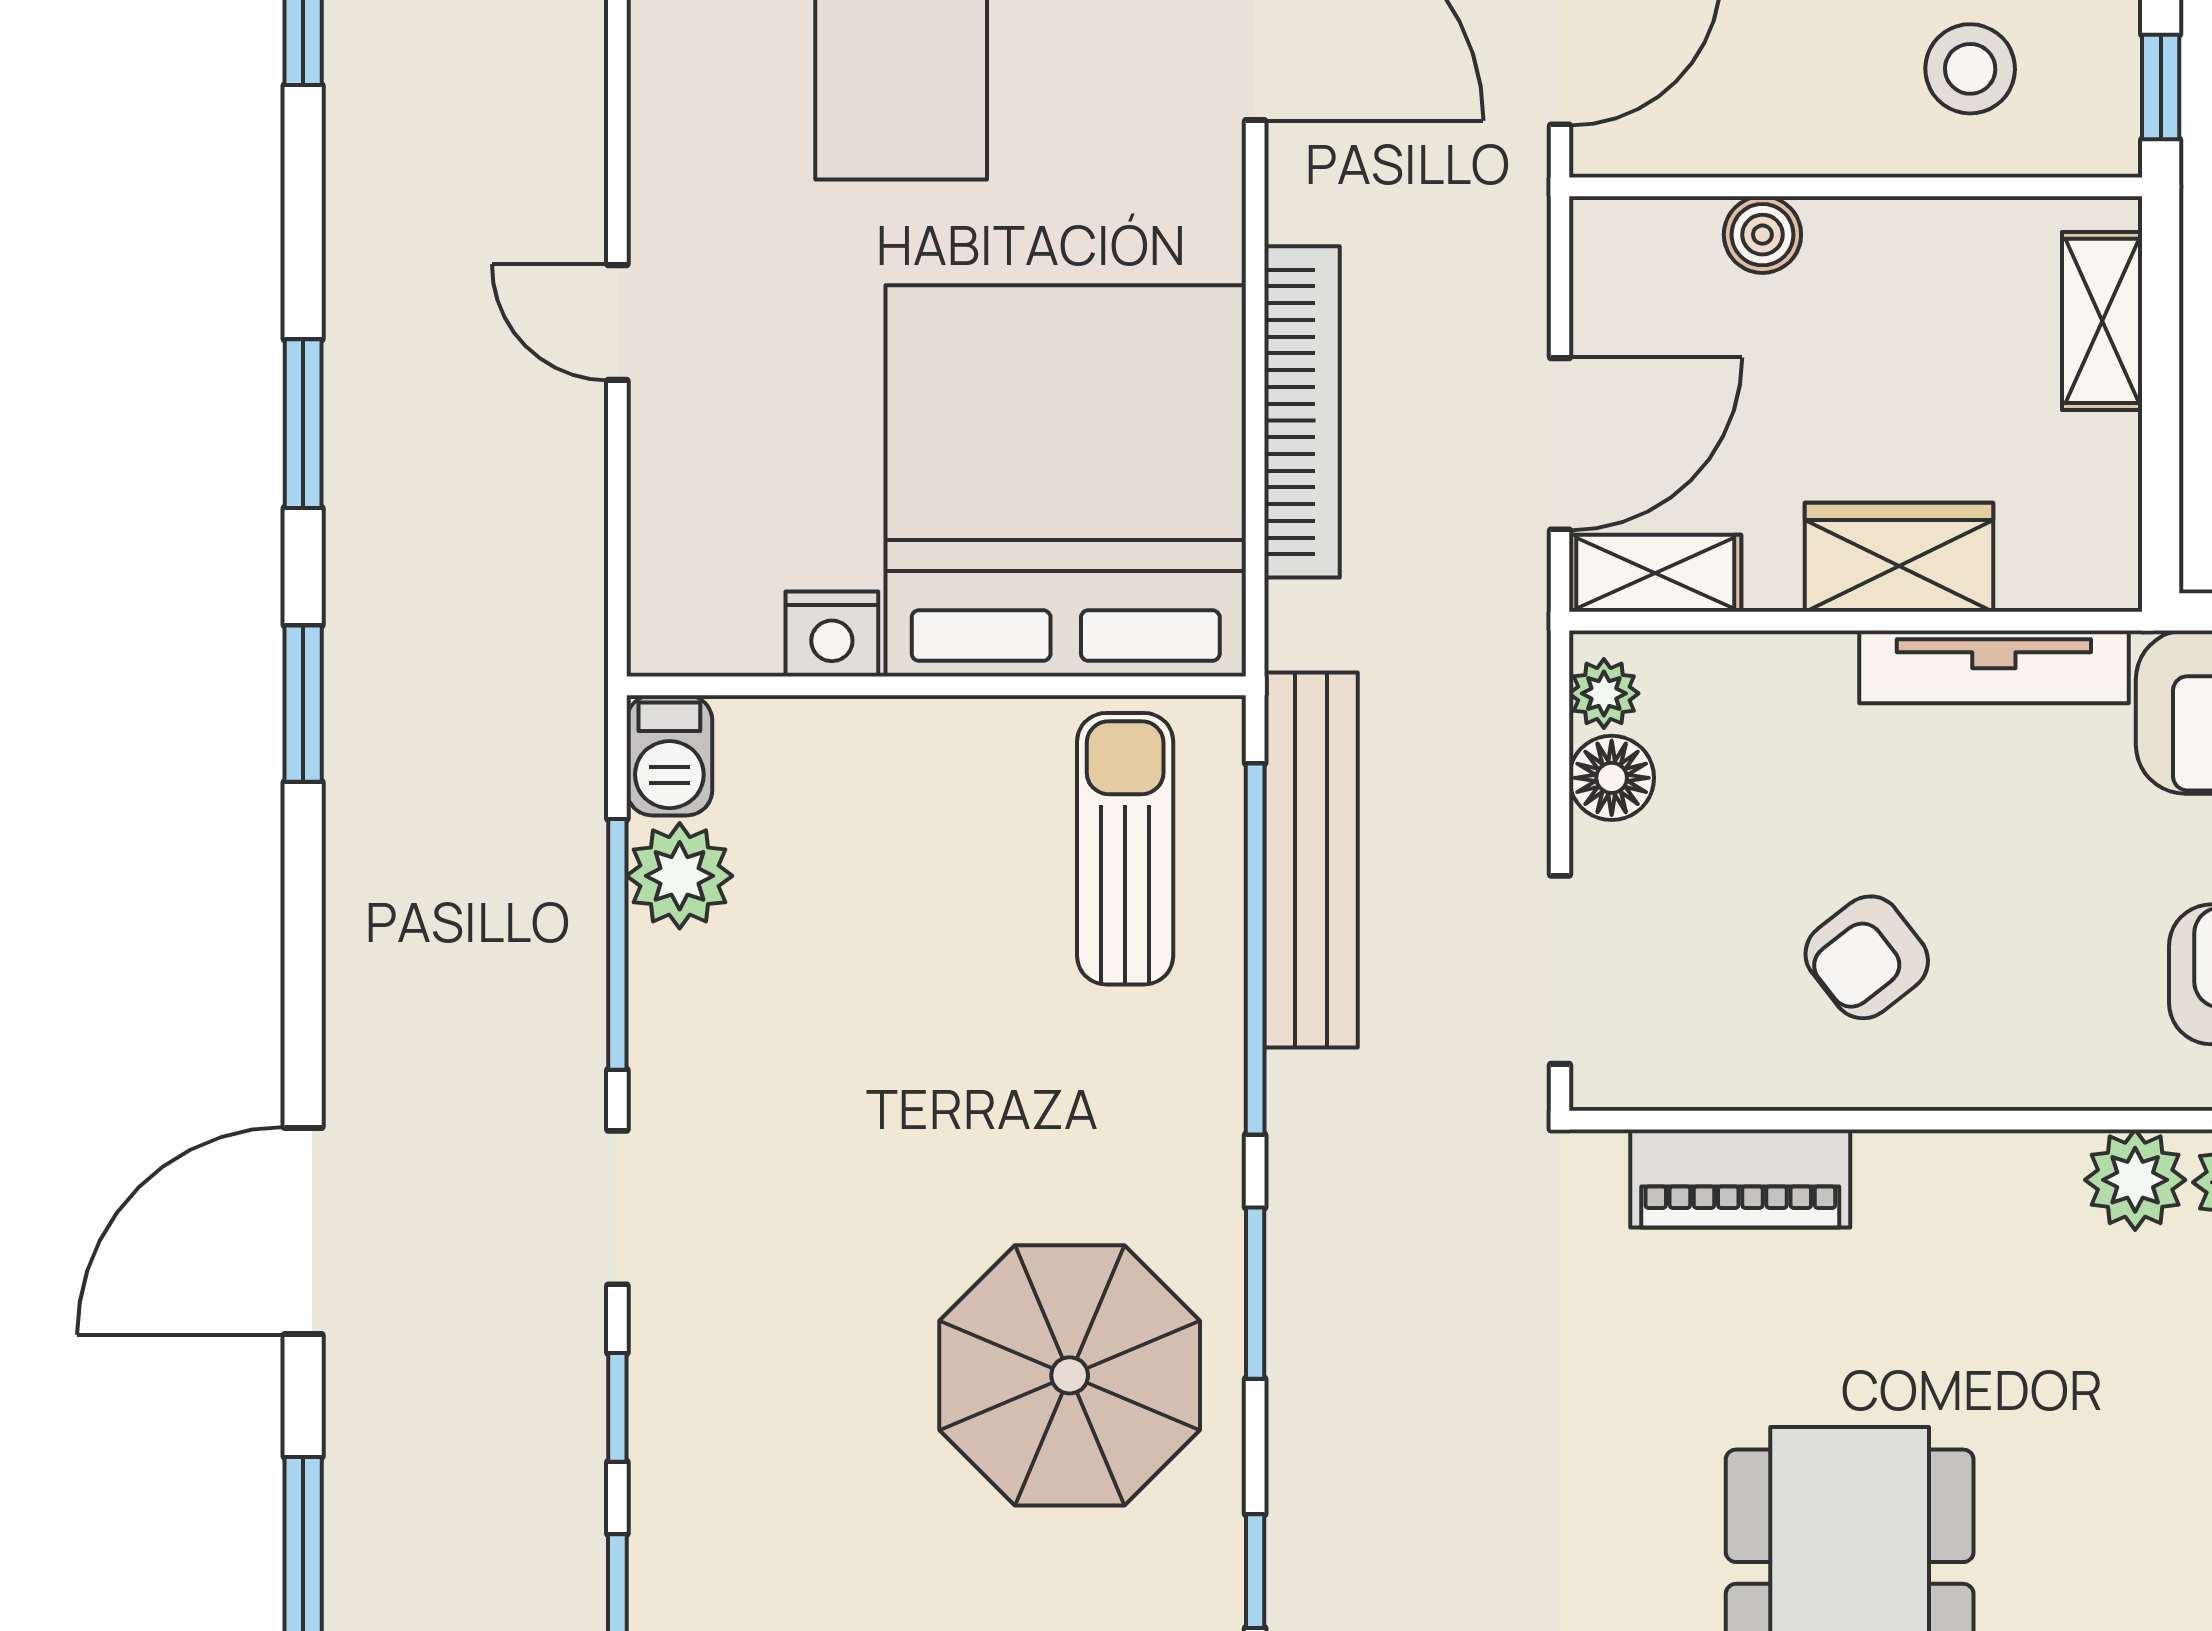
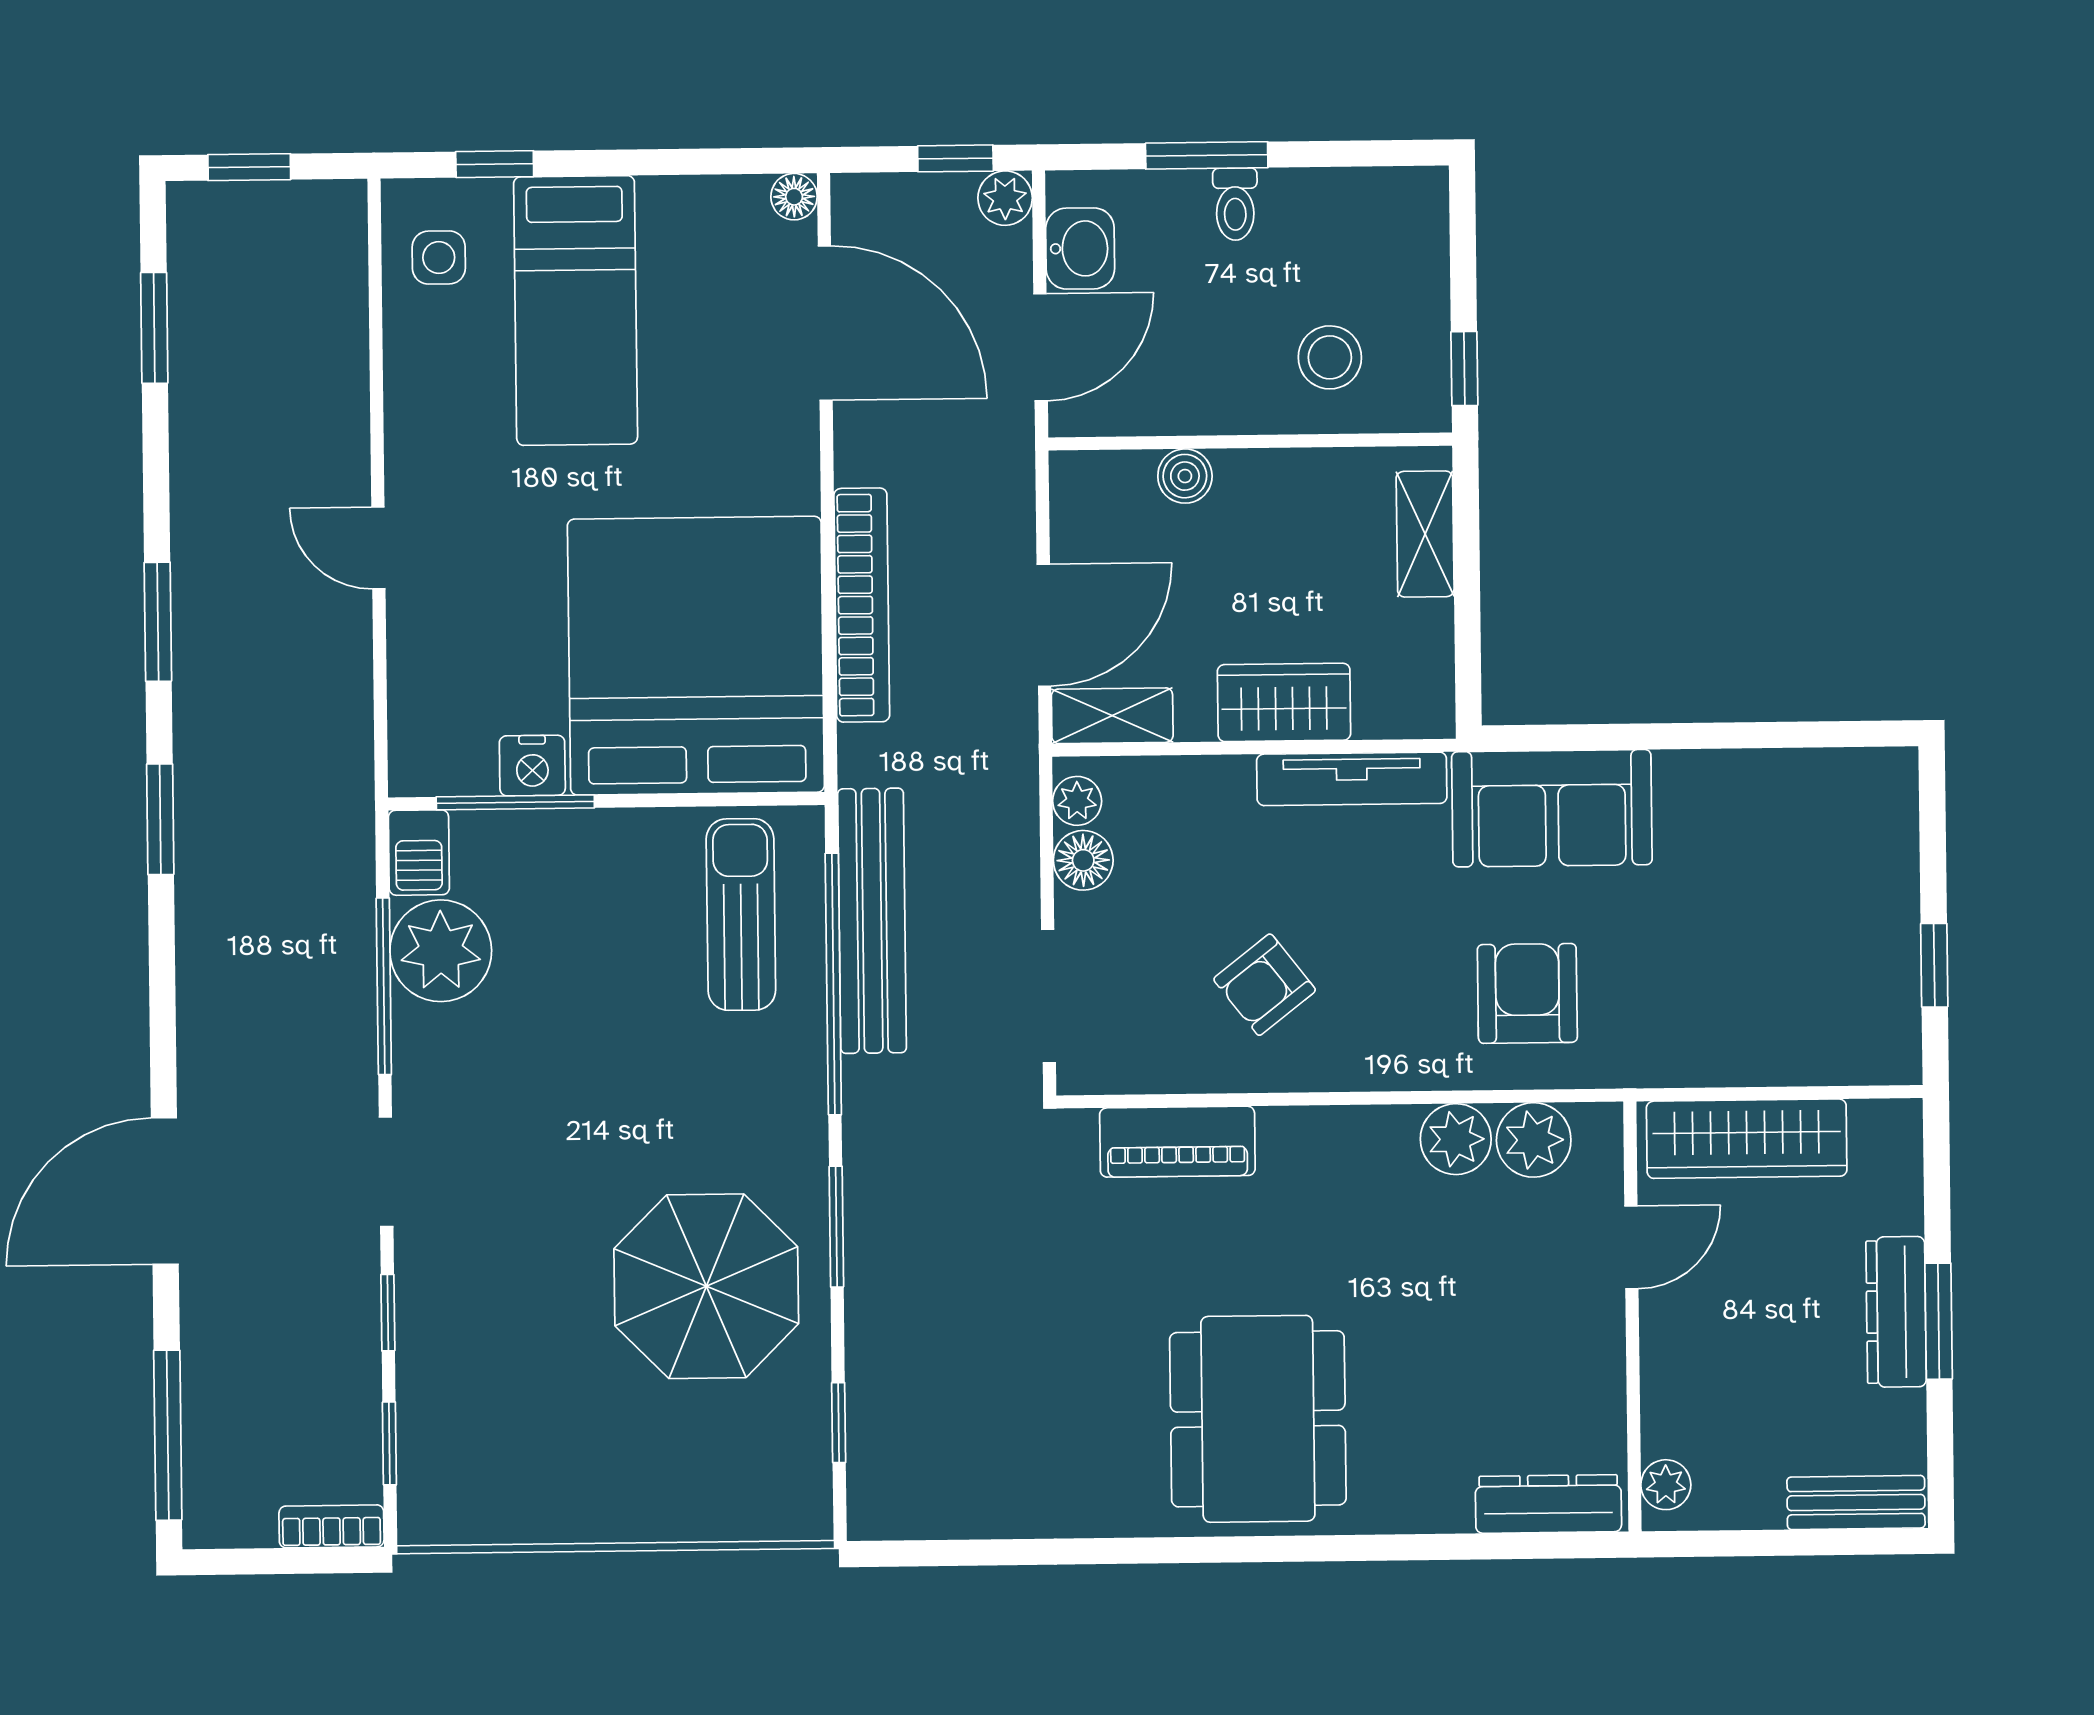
window: (807, 686) -> (515, 802), added
plant: (680, 876) -> (441, 951), width x1.36, depth x1.36

